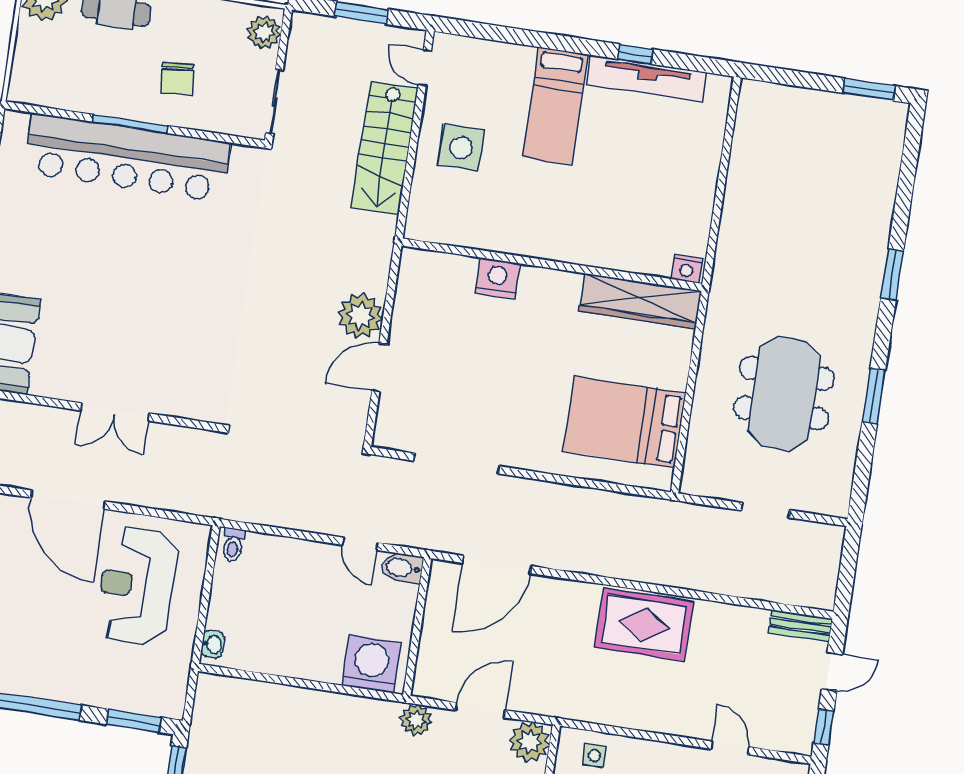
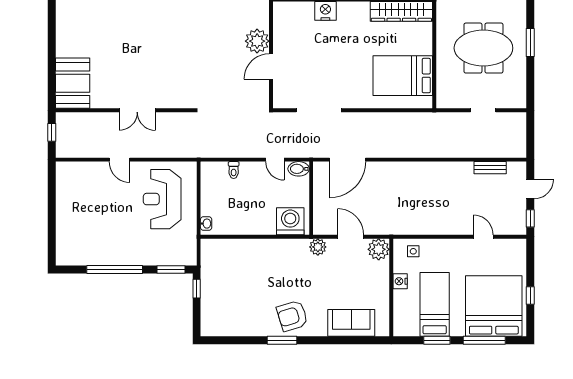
meeting table: (784, 393) -> (483, 48), turned 90
door: (68, 500) -> (119, 160), width x0.53
toilet: (233, 545) -> (234, 170), moved
rug: (644, 624) -> (429, 179), removed
bench: (801, 626) -> (490, 168), moved
door: (480, 710) -> (351, 237), hinge flipped

